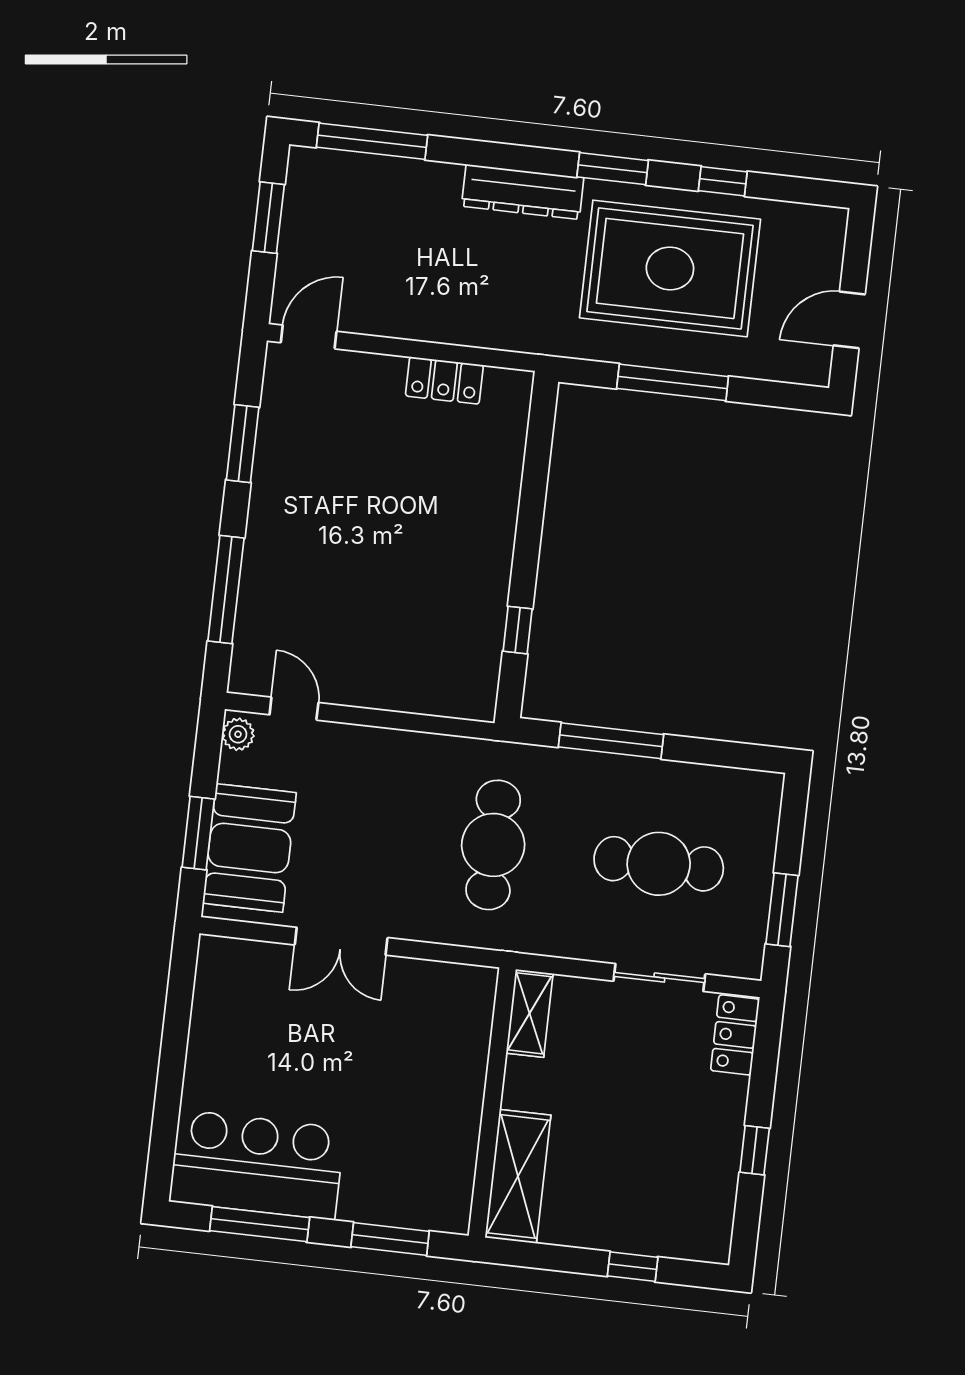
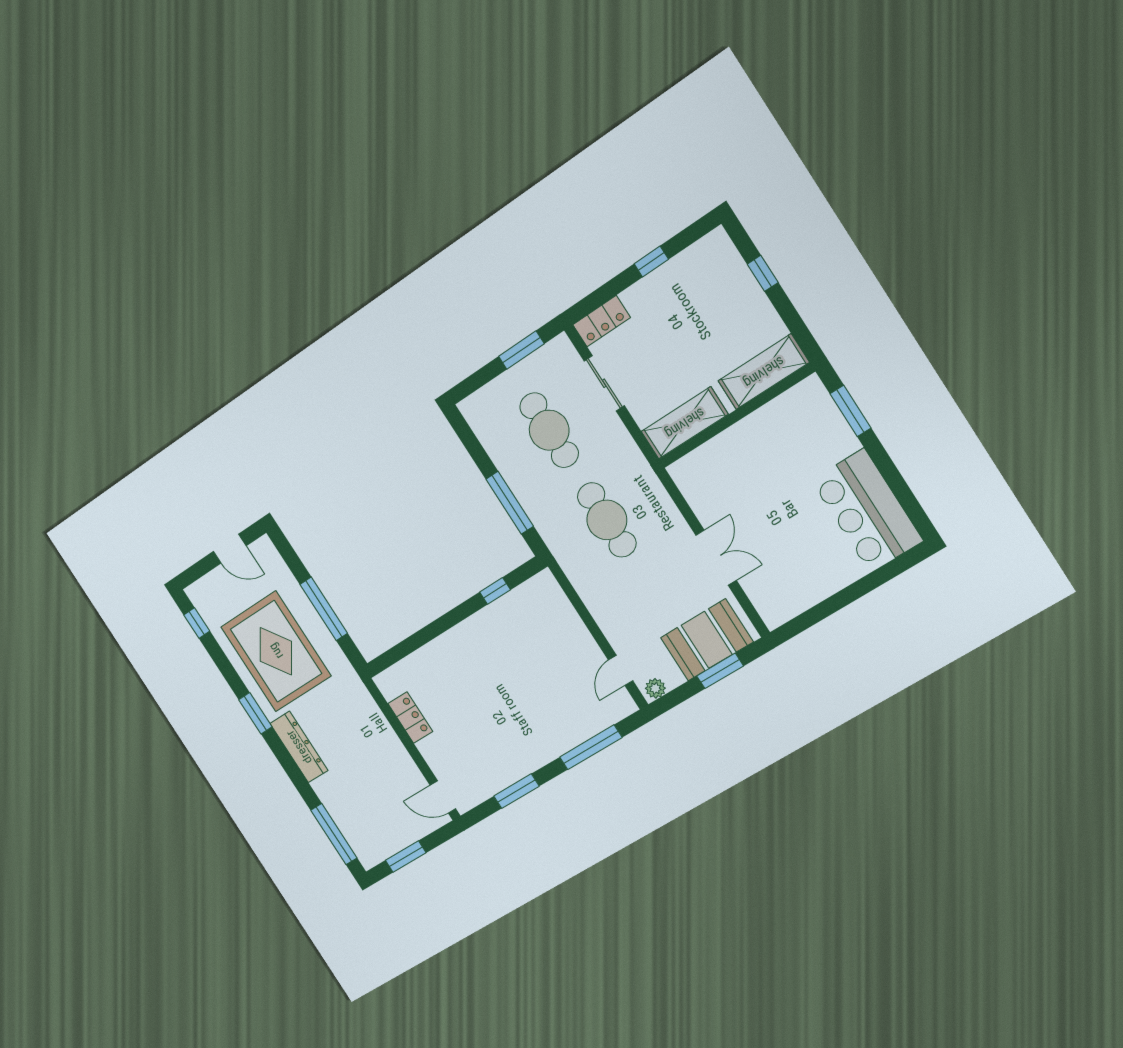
window: (723, 181) -> (197, 623), moved
cafe table: (493, 845) -> (607, 520), turned 90
shelving: (530, 1013) -> (685, 423), width x1.50, depth x1.33
window: (260, 1224) -> (898, 485), removed

